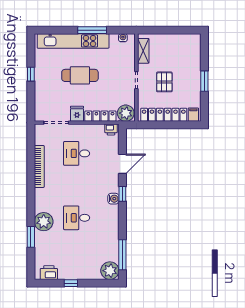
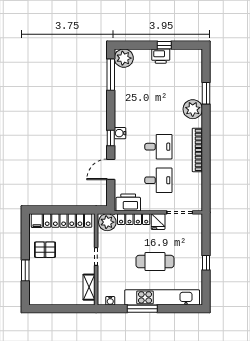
window: (204, 81) -> (25, 270), moved
pallet: (164, 82) -> (45, 250), moved, turned 90
printer: (111, 129) -> (128, 202), width x1.87, depth x1.48
bookcase: (39, 166) -> (197, 150), moved
desk: (77, 218) -> (158, 147), moved
printer: (49, 273) -> (161, 56), moved

